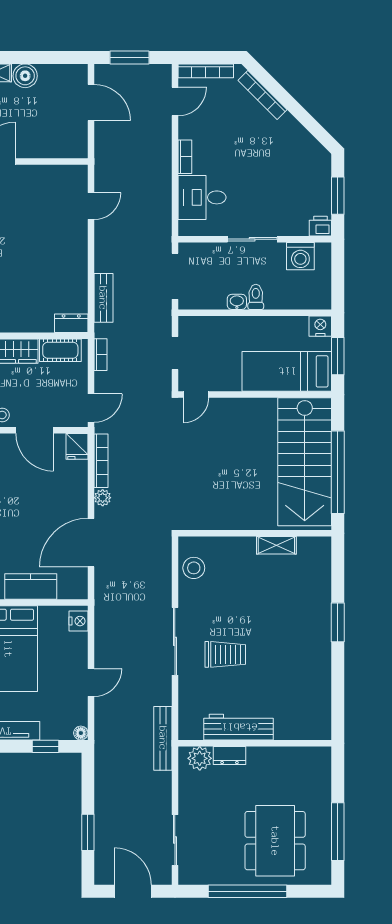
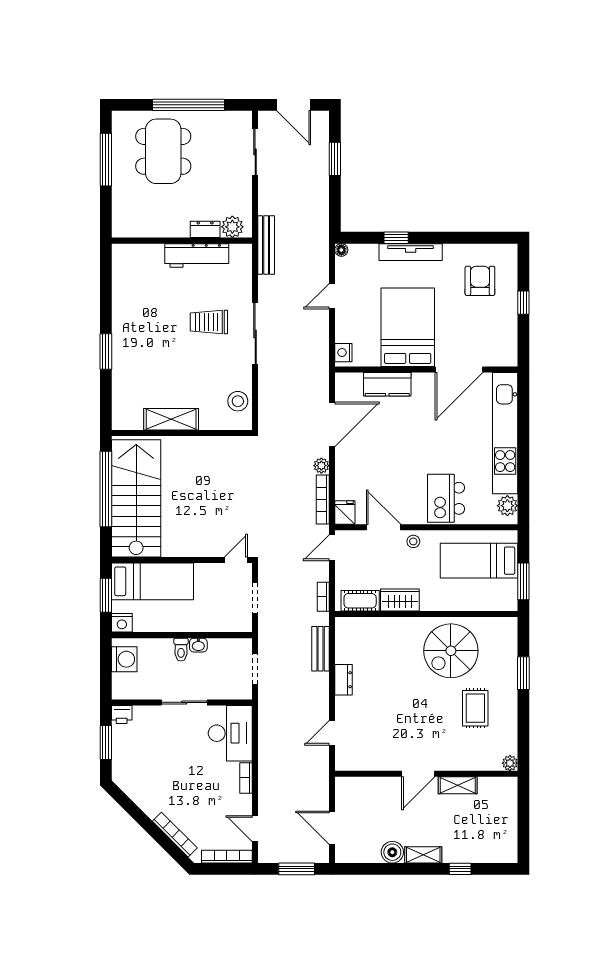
door: (175, 101) -> (255, 829), hinge flipped
desk: (202, 197) -> (230, 733), width x1.37
washing machine: (300, 256) -> (124, 659), moved, turned 90
doorway: (175, 276) -> (255, 669), width x0.73
dresser: (71, 323) -> (343, 680), moved, turned -90
shelving: (276, 545) -> (171, 419), width x1.50, depth x1.33
window: (46, 746) -> (396, 238), moved

